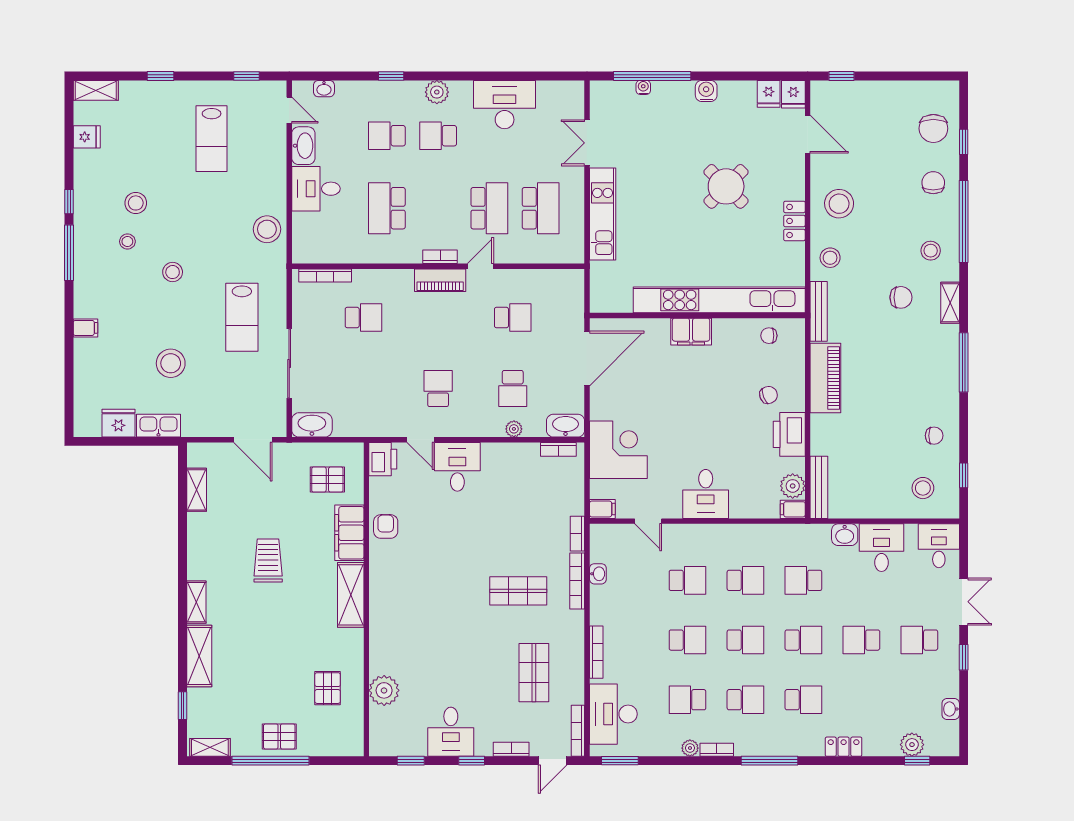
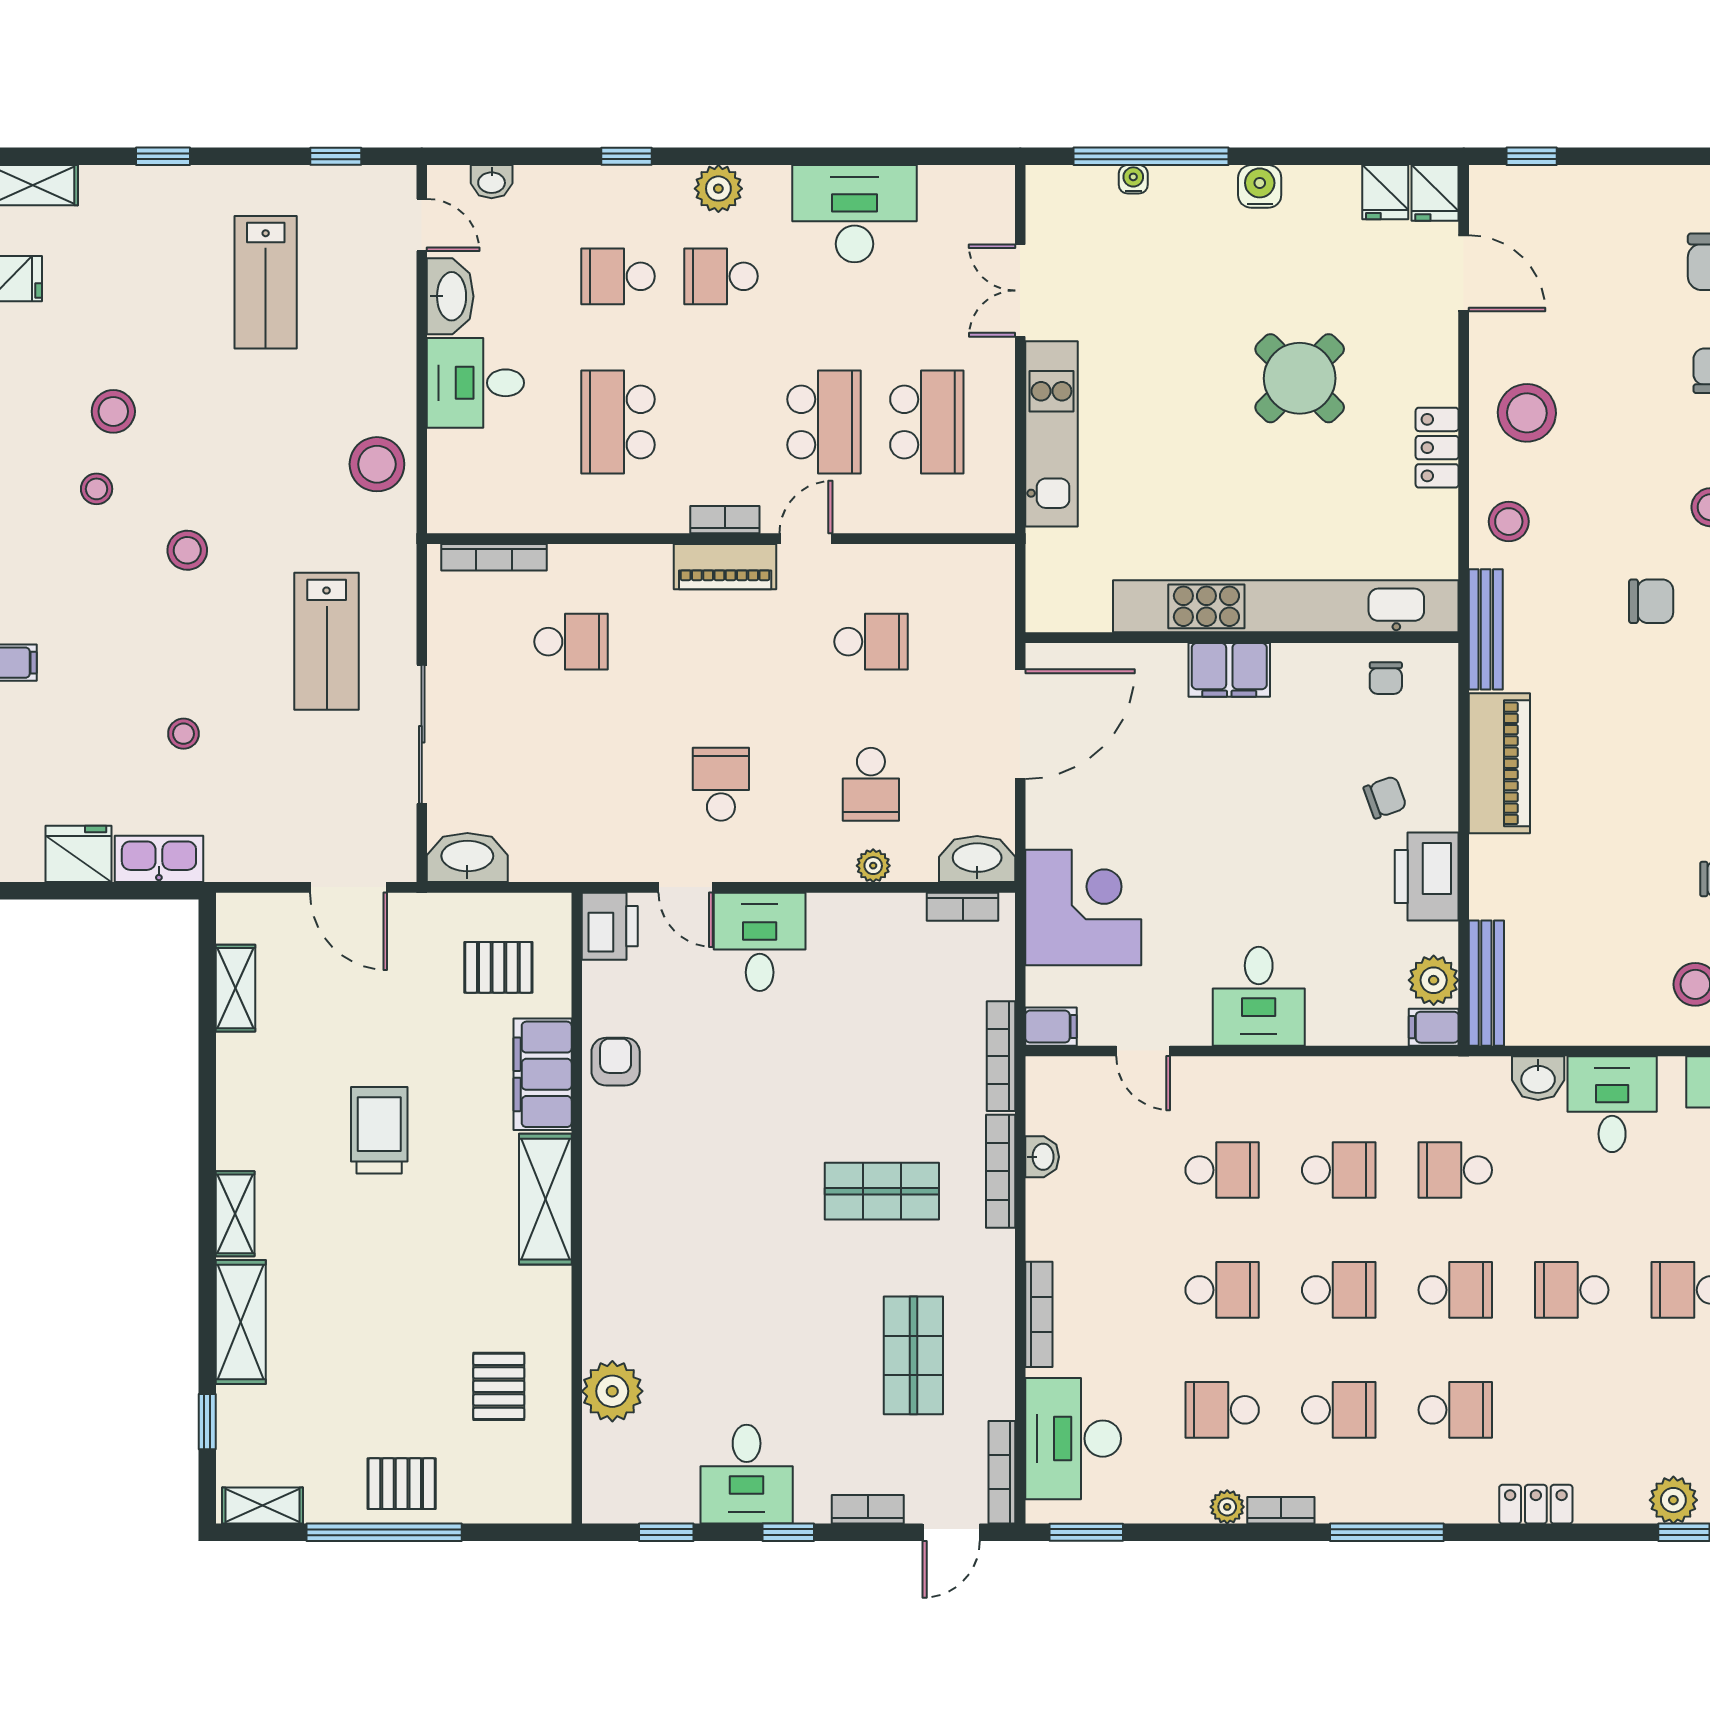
chair: (769, 336) -> (1386, 678), turned -90
stool: (171, 363) -> (183, 734), width x0.53, depth x0.53
bookcase: (577, 534) -> (1001, 1056), width x1.56

